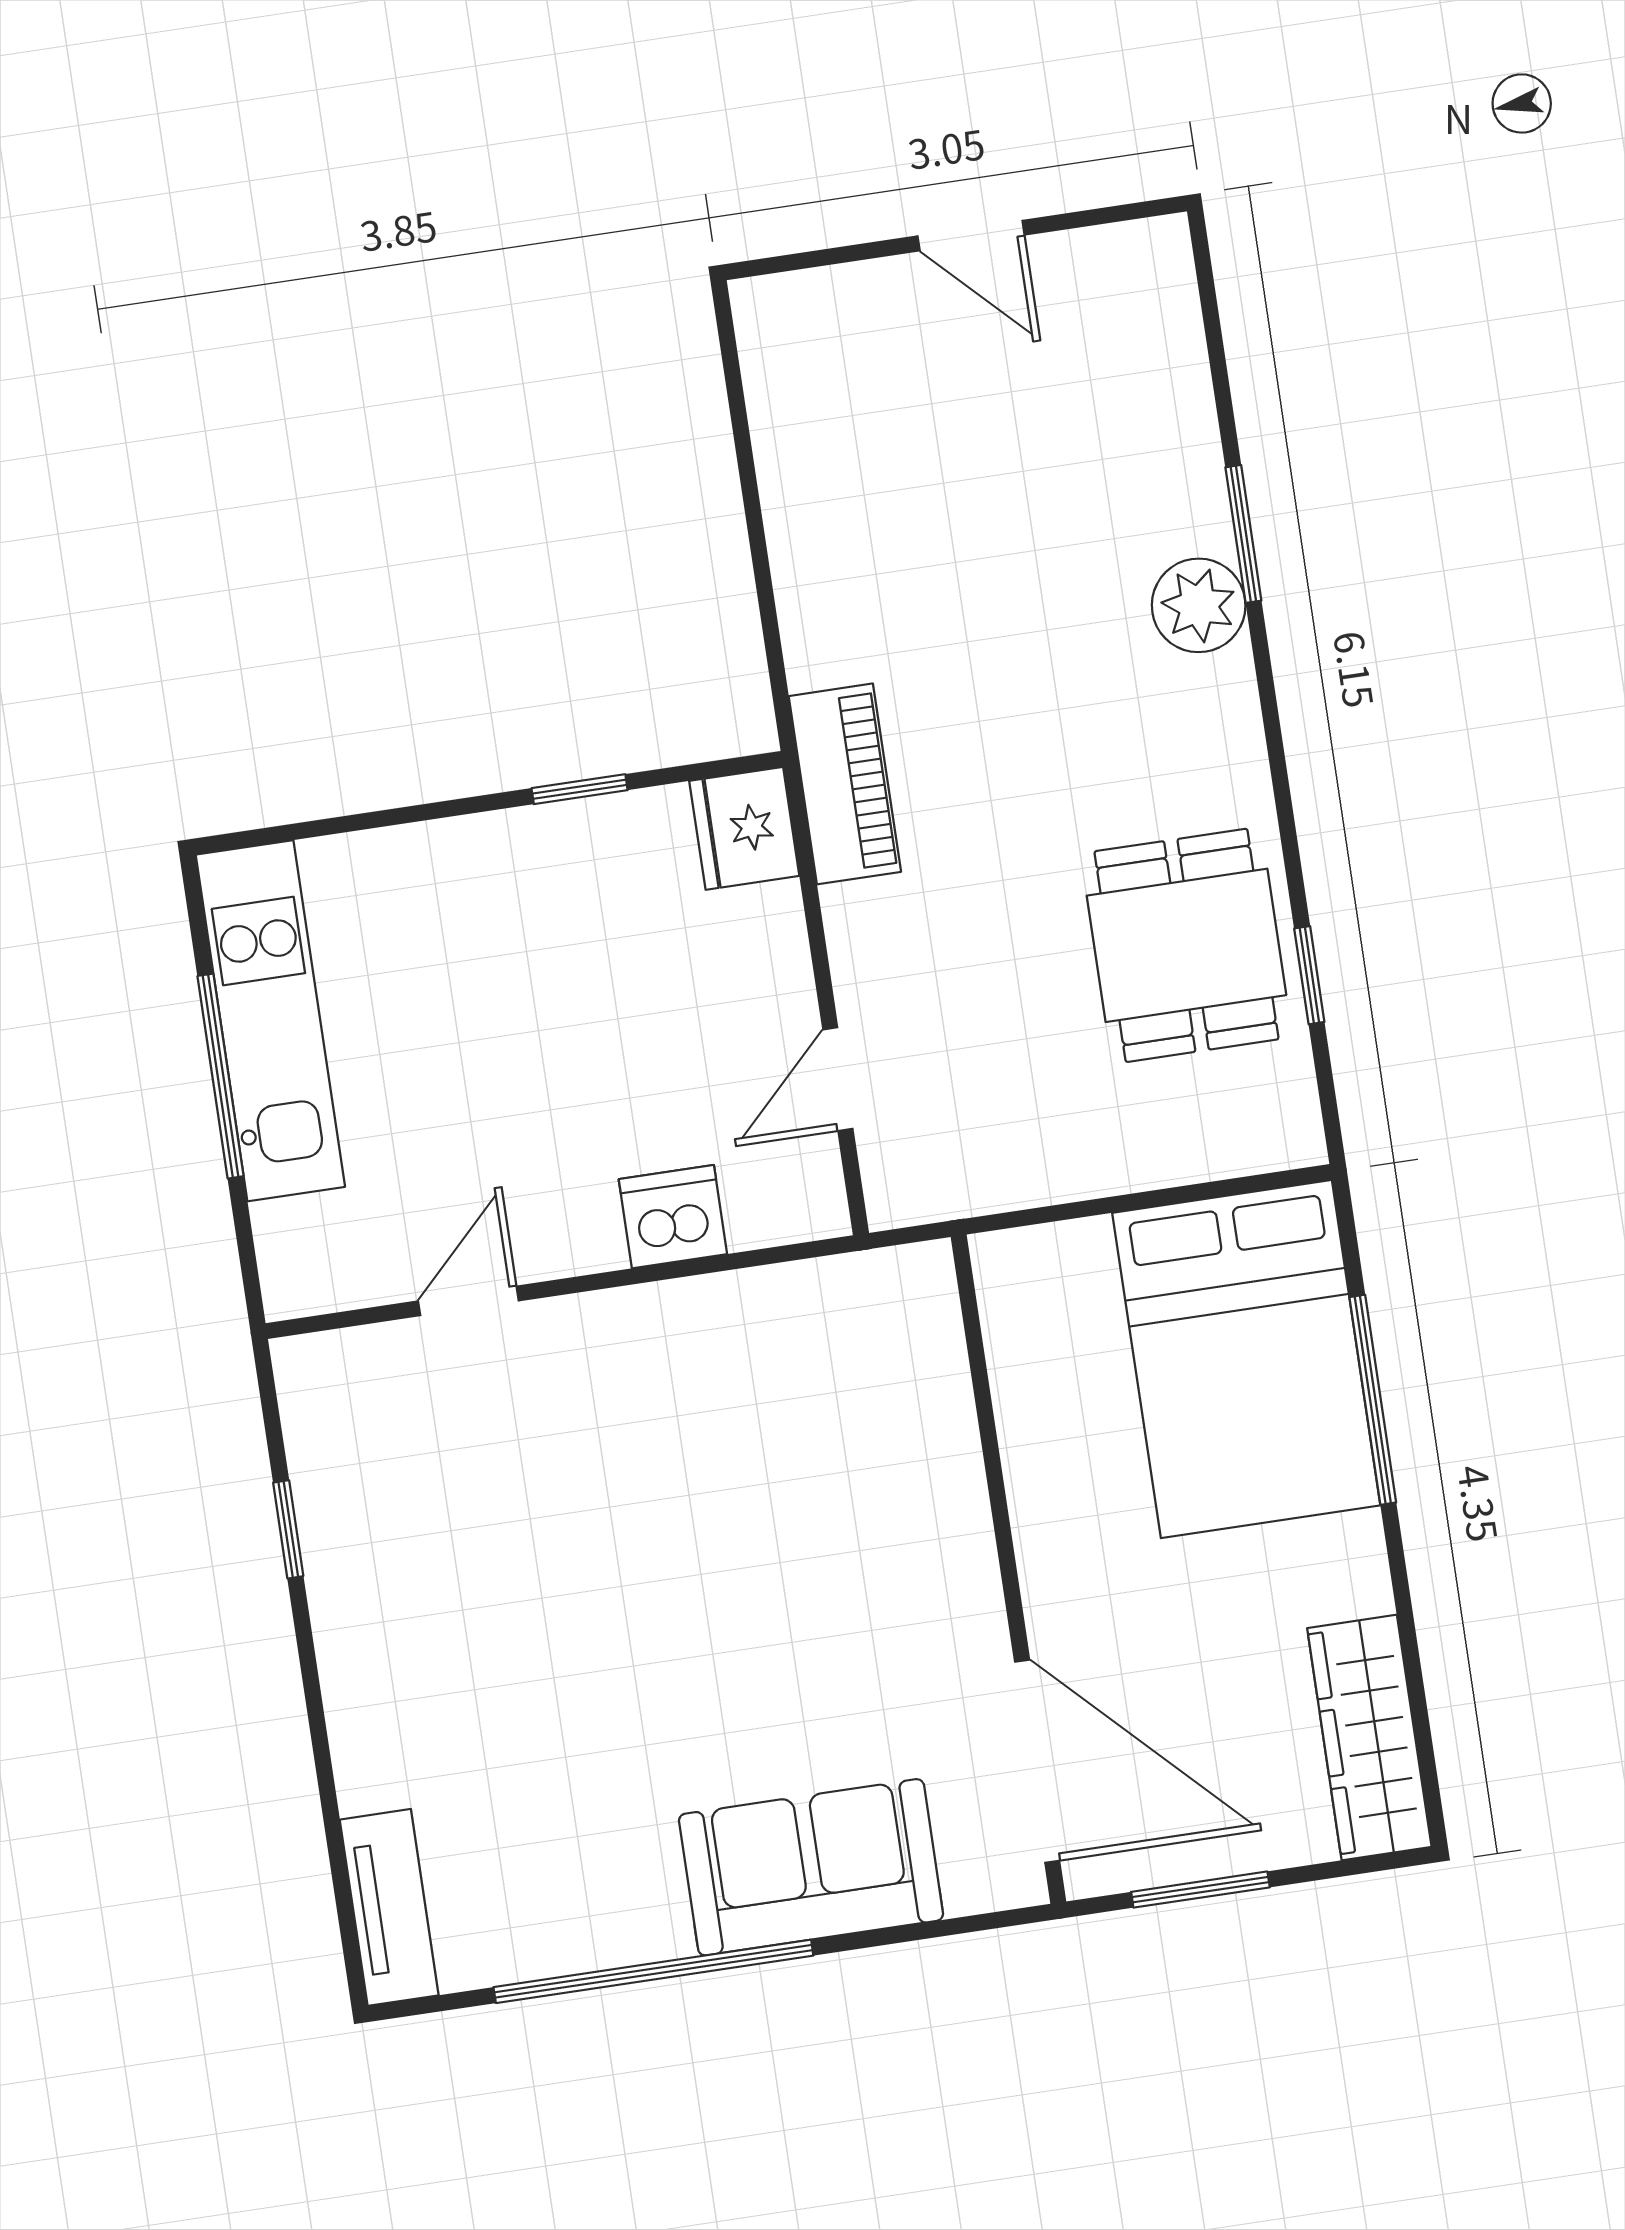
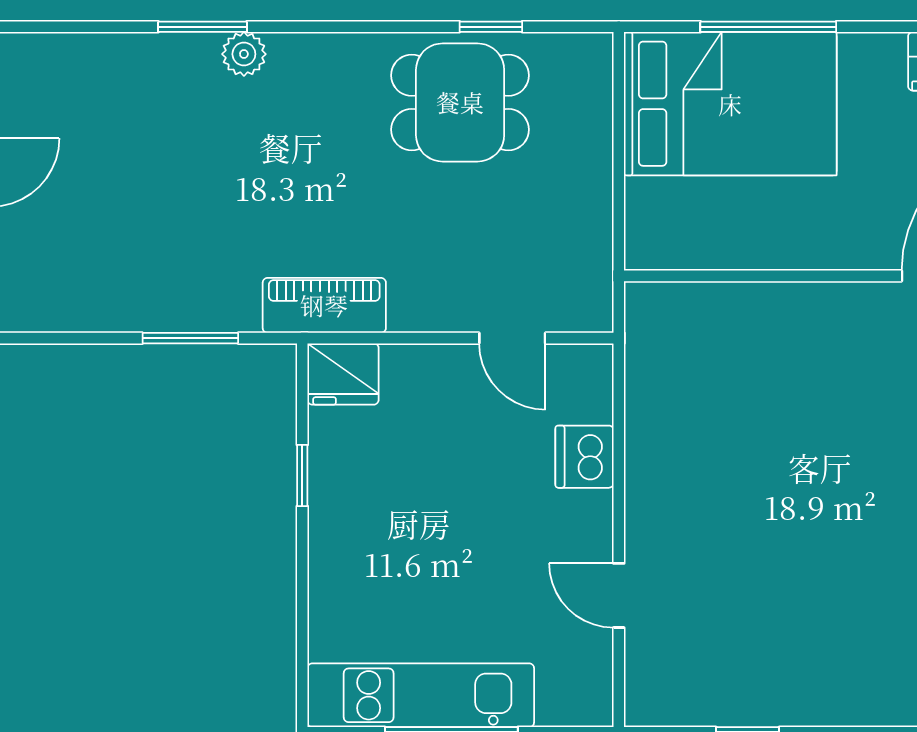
window: (764, 586) -> (190, 338), added
plant: (1199, 605) -> (244, 54), width x0.73, depth x0.73

